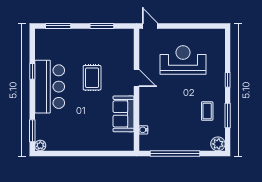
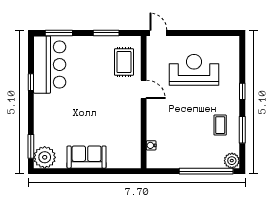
rug: (92, 78) -> (124, 62), moved
bar counter: (50, 87) -> (50, 65), moved
sofa: (123, 114) -> (87, 157), moved, turned 90
plant: (40, 146) -> (45, 157), width x1.87, depth x1.87
window: (175, 154) -> (206, 171), moved

